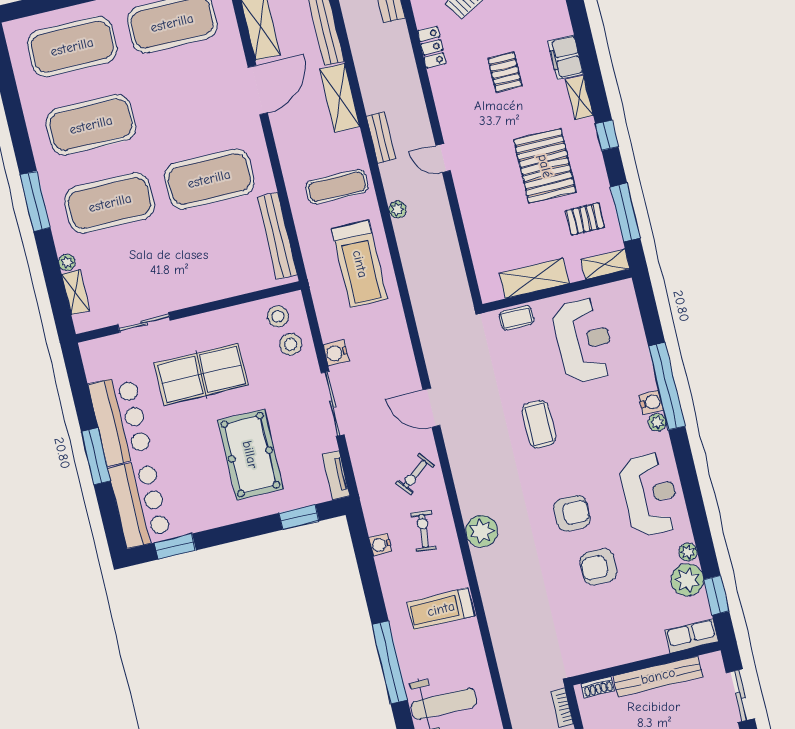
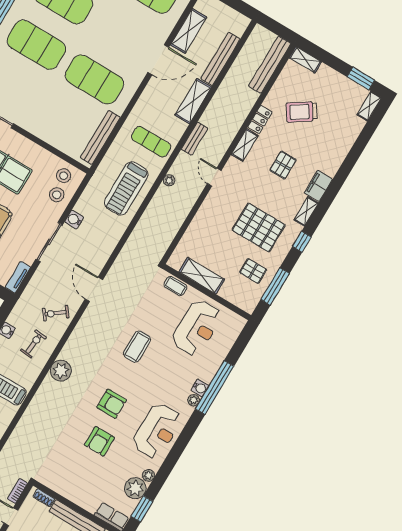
pallet: (545, 166) -> (259, 228), turned 90
shelving: (605, 264) -> (245, 145), moved, turned 90
armchair: (599, 567) -> (99, 441), turned -90

